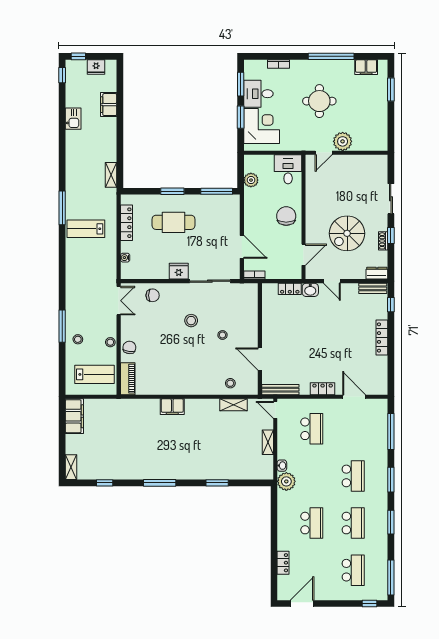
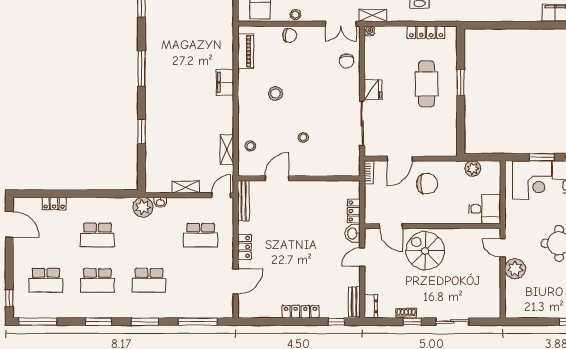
shelving: (111, 175) -> (373, 15), moved
window: (217, 191) -> (461, 131), removed
chair: (286, 216) -> (427, 184), moved
spiral stairs: (347, 233) -> (425, 251), moved
water cooler: (125, 258) -> (369, 31), moved
stool: (191, 321) -> (276, 94), moved
piano: (128, 379) -> (246, 51), moved, turned -90

